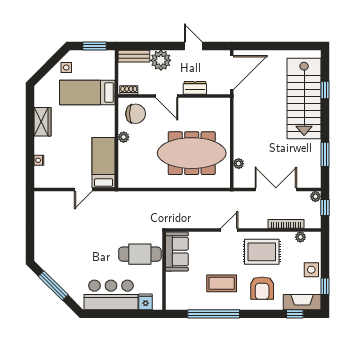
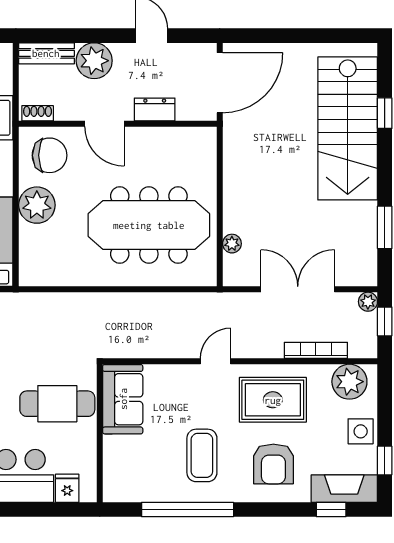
plant: (124, 137) -> (37, 205), width x1.88, depth x1.88
plant: (300, 237) -> (349, 382), width x1.87, depth x1.87
coffee table: (222, 283) -> (202, 455), turned 90

